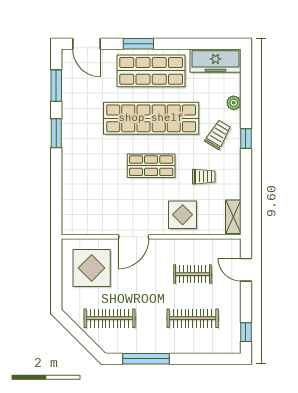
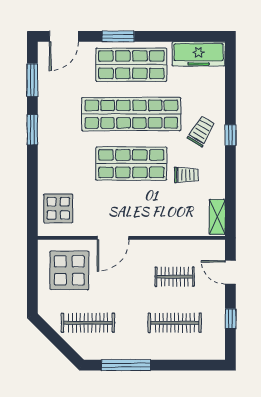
door: (87, 44) -> (64, 36), hinge flipped
plant: (234, 103) -> (218, 98), removed
shop shelf: (151, 166) -> (131, 164), width x1.43, depth x1.36
display table: (183, 215) -> (58, 208), moved
window: (246, 332) -> (230, 319), moved

